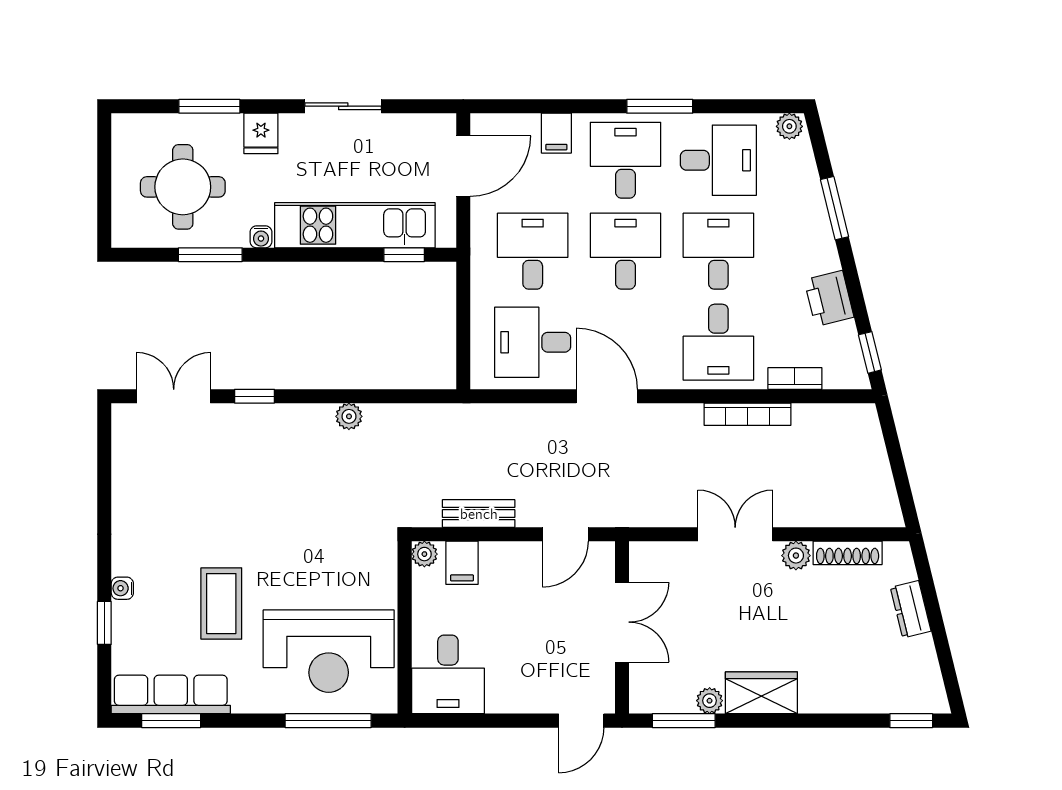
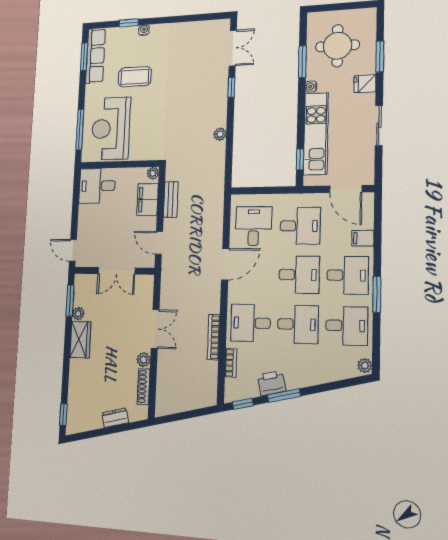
desk: (718, 160) -> (347, 326), turned -90
window: (834, 208) -> (284, 396), moved
filing cabinet: (462, 563) -> (148, 200), width x2.00

